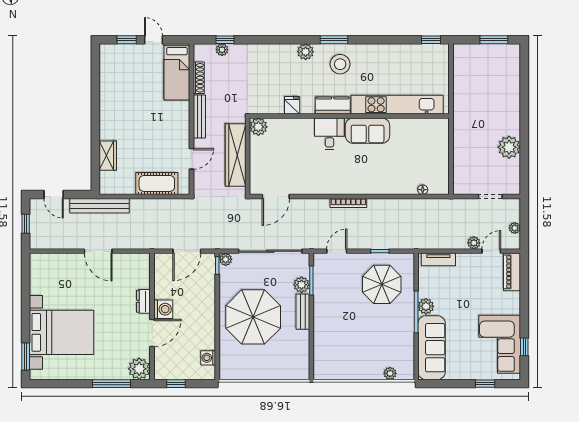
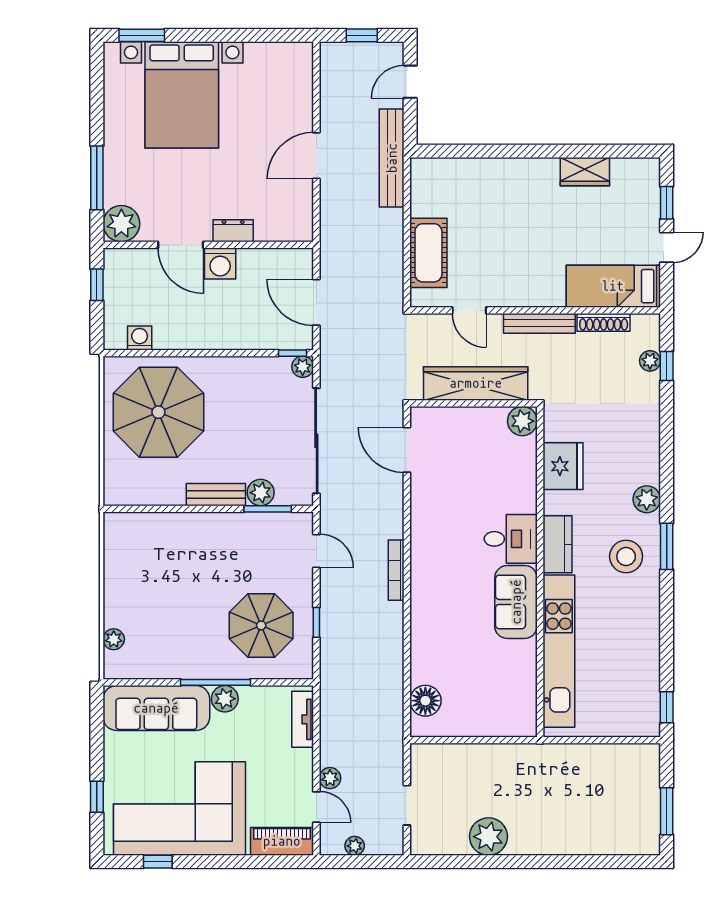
fridge: (292, 105) -> (563, 466), width x1.88, depth x1.34
wardrobe: (108, 156) -> (585, 172), moved
floor lamp: (423, 190) -> (425, 701), width x1.89, depth x1.89
parasol: (253, 317) -> (158, 412), moved
corner sofa: (500, 344) -> (179, 809), width x1.36, depth x1.36

